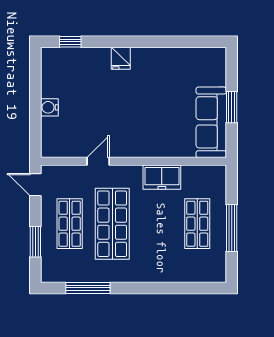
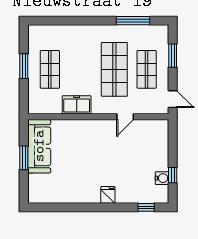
window: (35, 84) -> (173, 175), added
water cooler: (49, 107) -> (162, 178), moved
window: (232, 228) -> (24, 66), width x0.69

